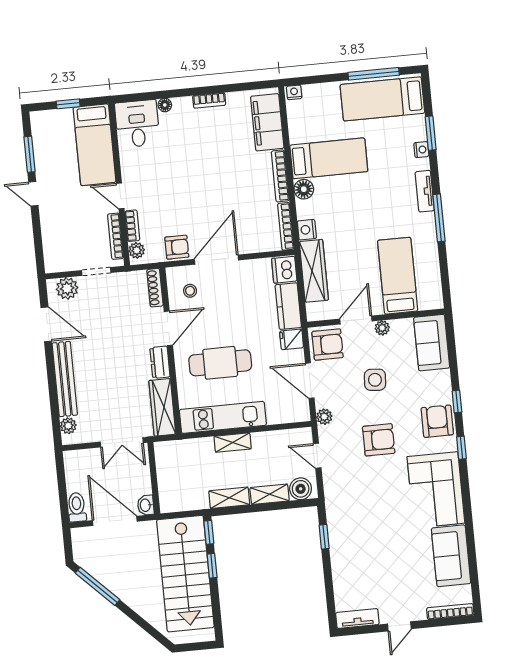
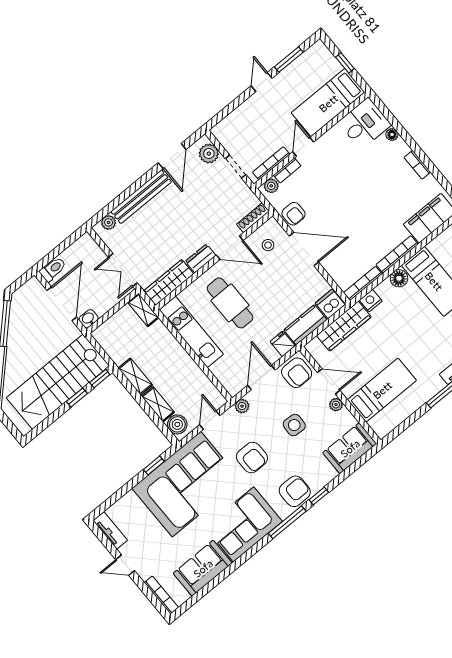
shelving: (233, 443) -> (143, 310), moved
window: (461, 448) -> (287, 522), width x2.17
corner sofa: (362, 518) -> (186, 484), added

